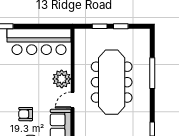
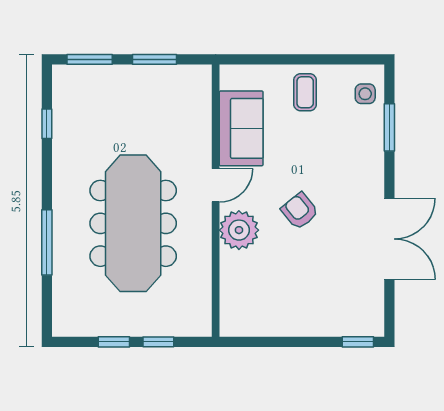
bar counter: (39, 42) -> (287, 309), removed
armchair: (26, 114) -> (300, 211), moved, turned -129

